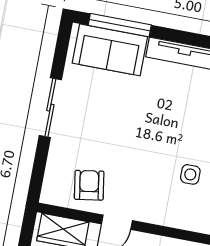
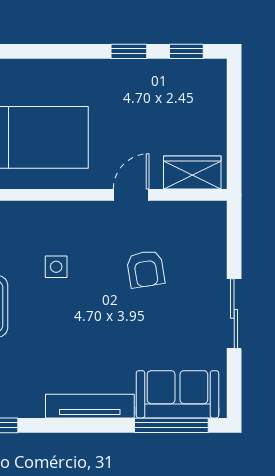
armchair: (89, 185) -> (146, 269), moved

